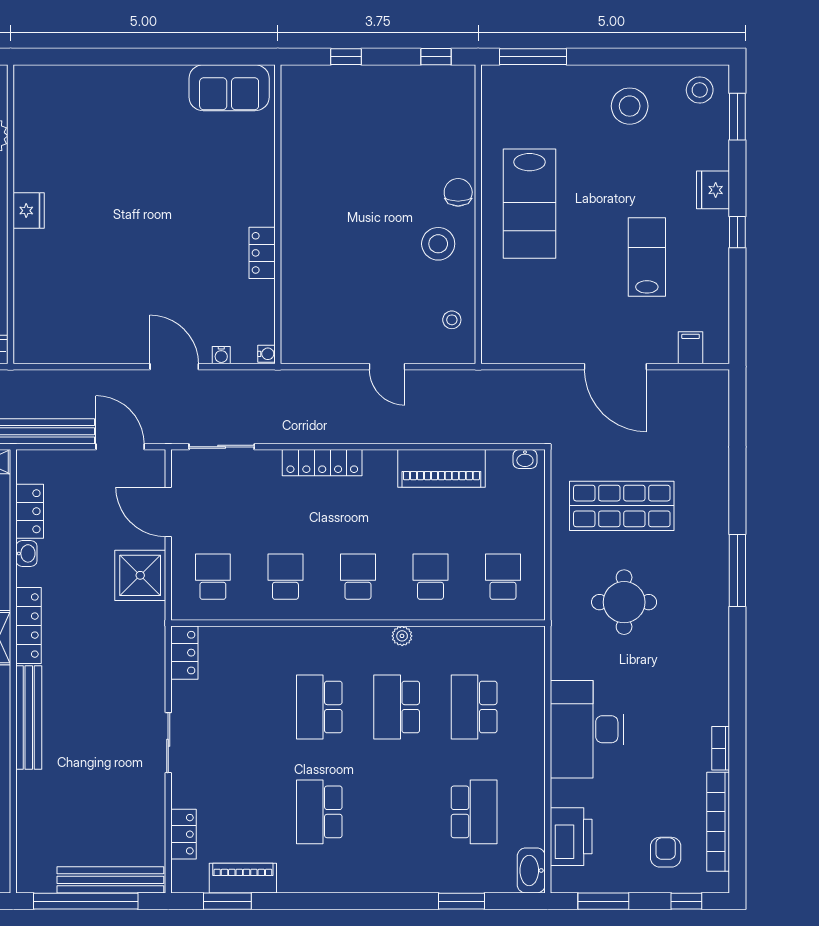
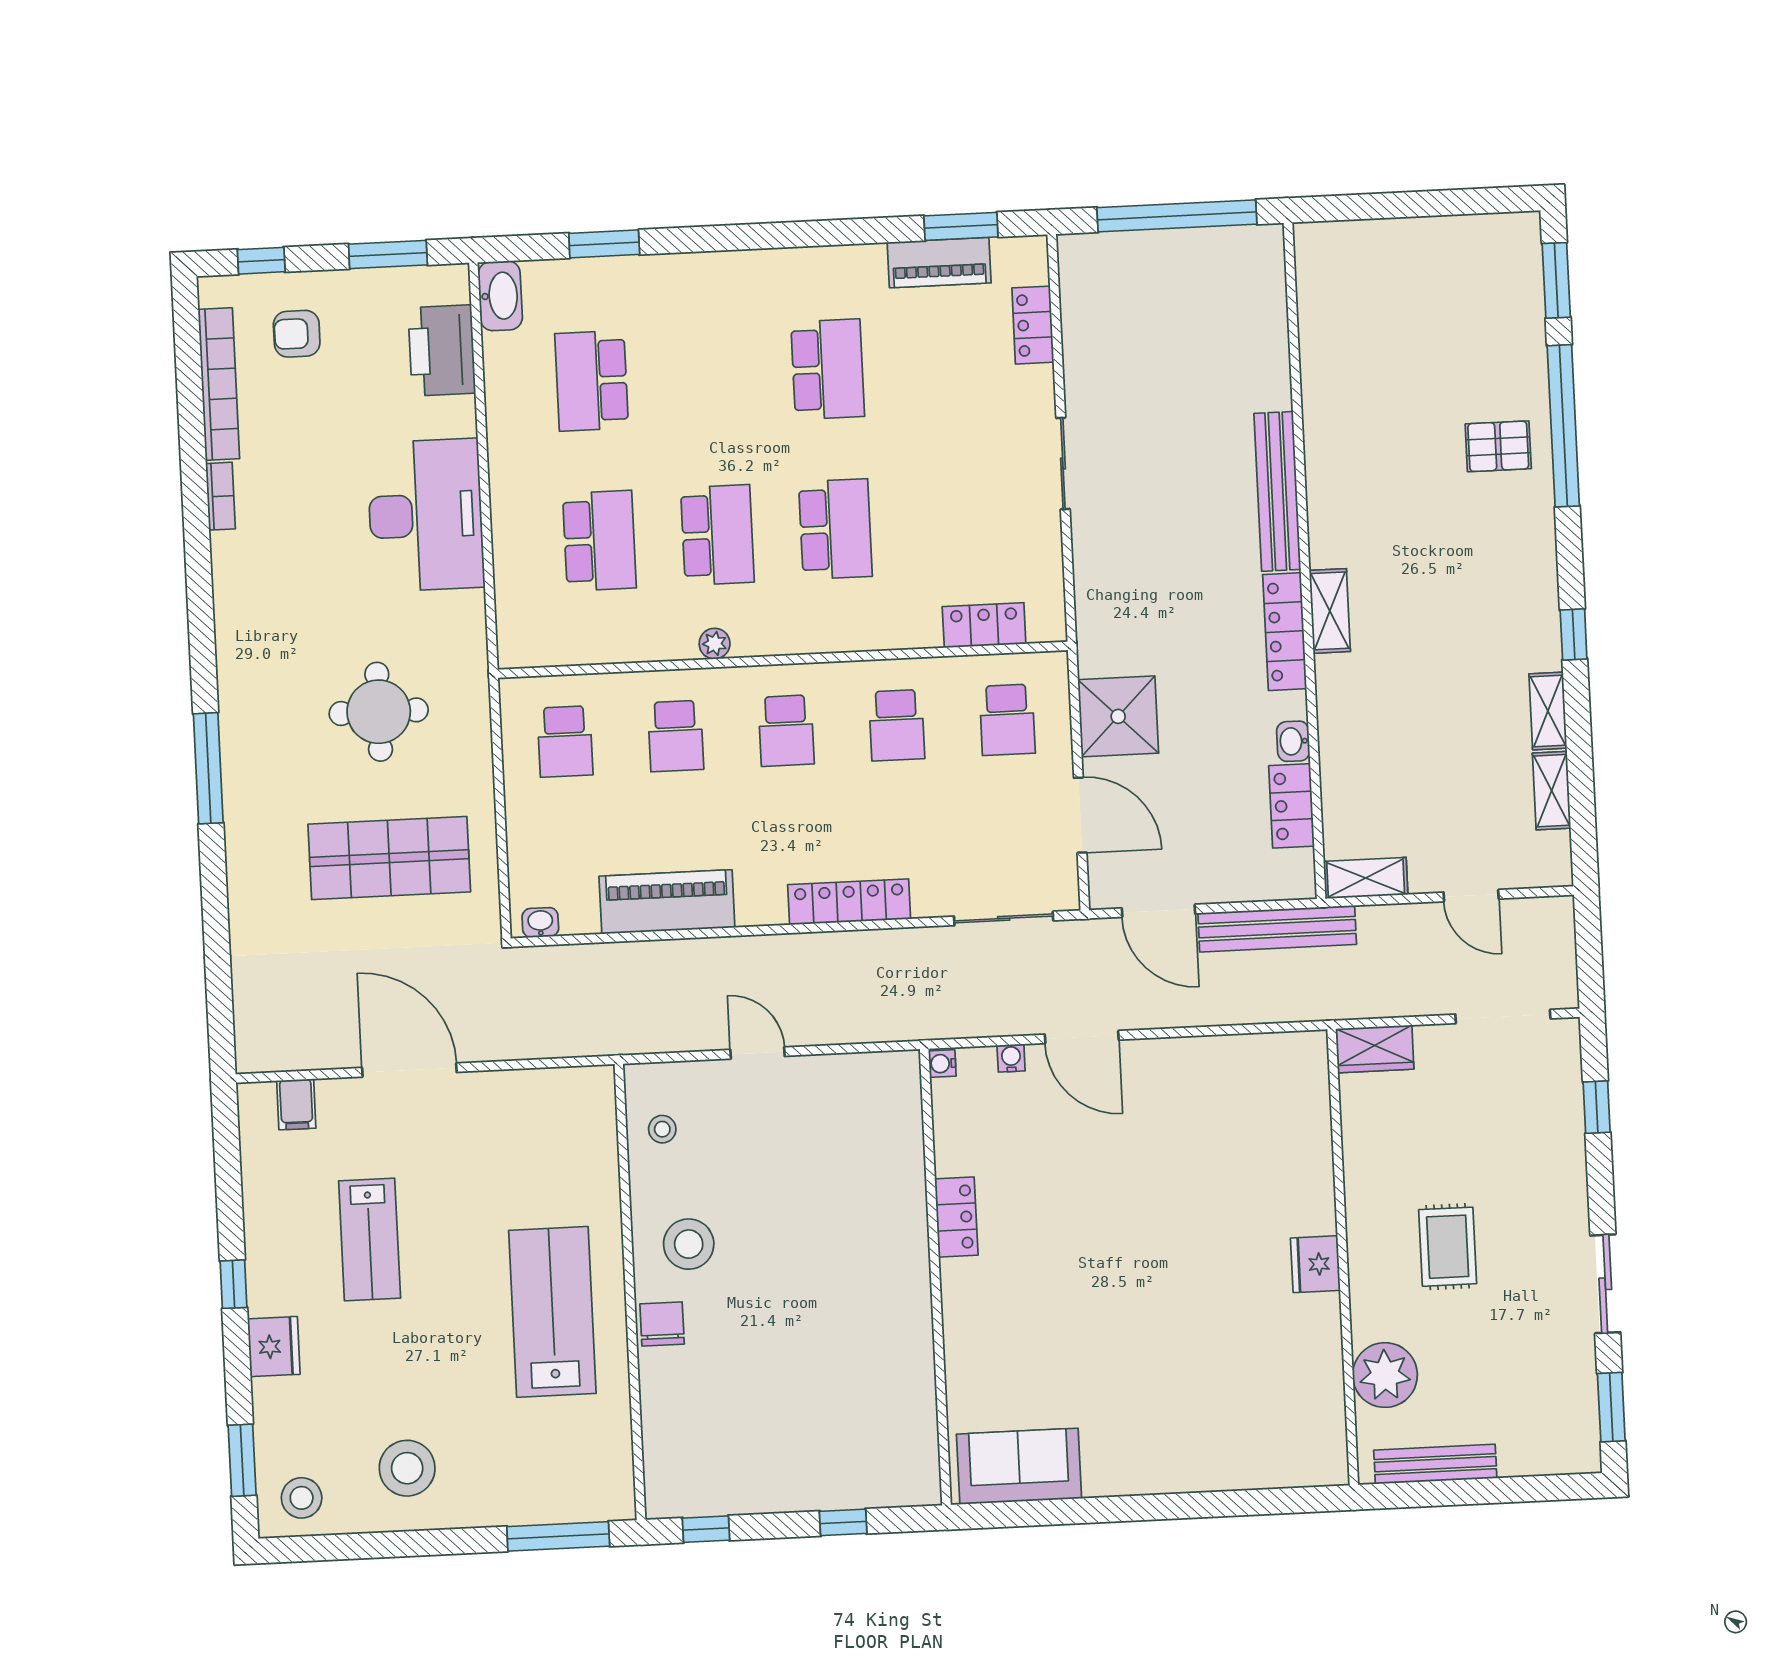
chair: (458, 192) -> (662, 1324), turned 180
locker: (184, 653) -> (984, 625), moved, turned 90
armchair: (666, 852) -> (297, 334), turned 90
bench: (110, 880) -> (1141, 250), removed

